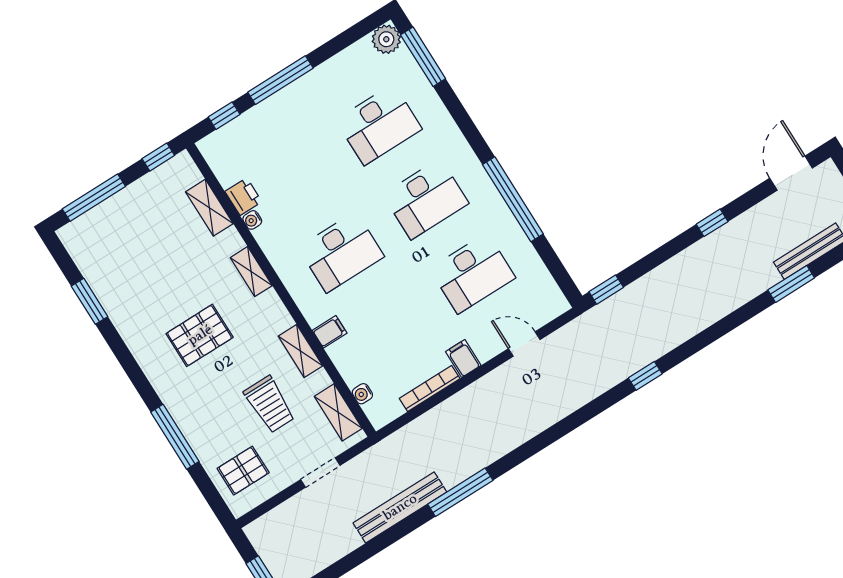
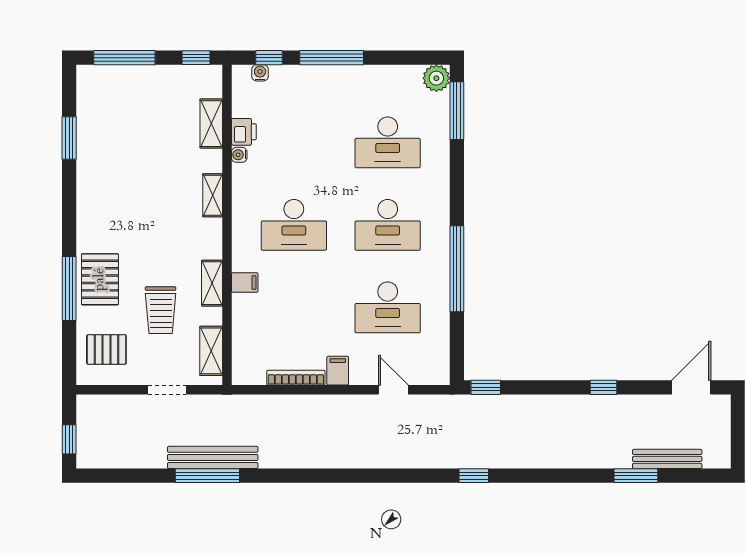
pallet: (200, 335) -> (100, 279), moved, turned 90
water cooler: (362, 394) -> (260, 73), moved, turned 90
window: (460, 492) -> (207, 476), moved

